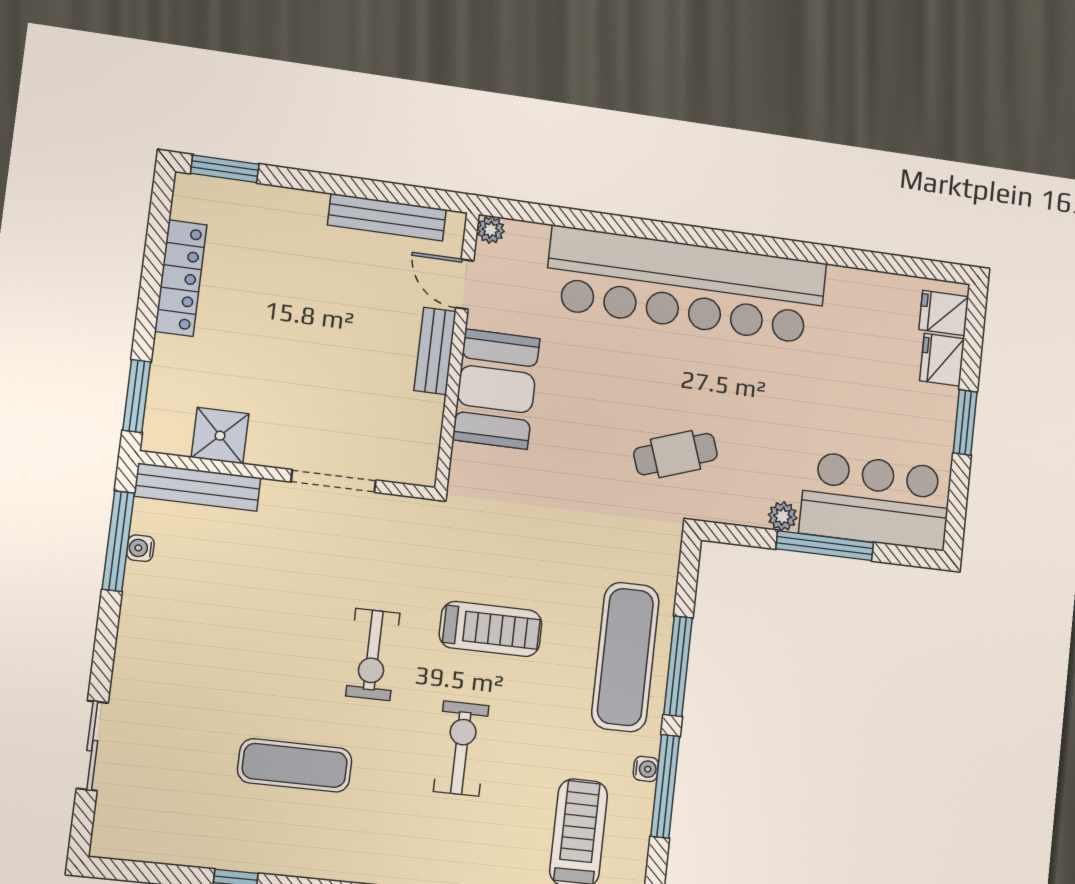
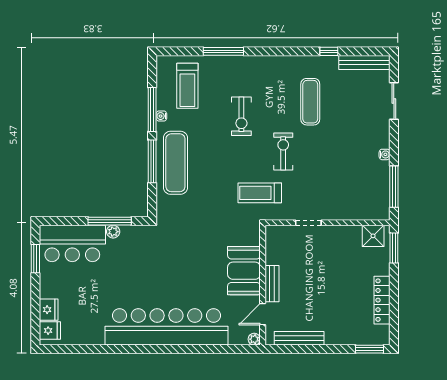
door: (465, 284) -> (263, 314), swing flipped
window: (965, 422) -> (35, 259), moved
shower: (220, 436) -> (373, 236), moved
cafe table: (676, 454) -> (163, 253), removed
doorway: (334, 481) -> (308, 223), width x0.73
bench: (197, 487) -> (364, 63), moved
window: (825, 546) -> (110, 221), moved
water cooler: (140, 548) -> (385, 154), moved
treadmill: (491, 629) -> (260, 193), moved
exercise mat: (295, 765) -> (310, 102), turned 90

